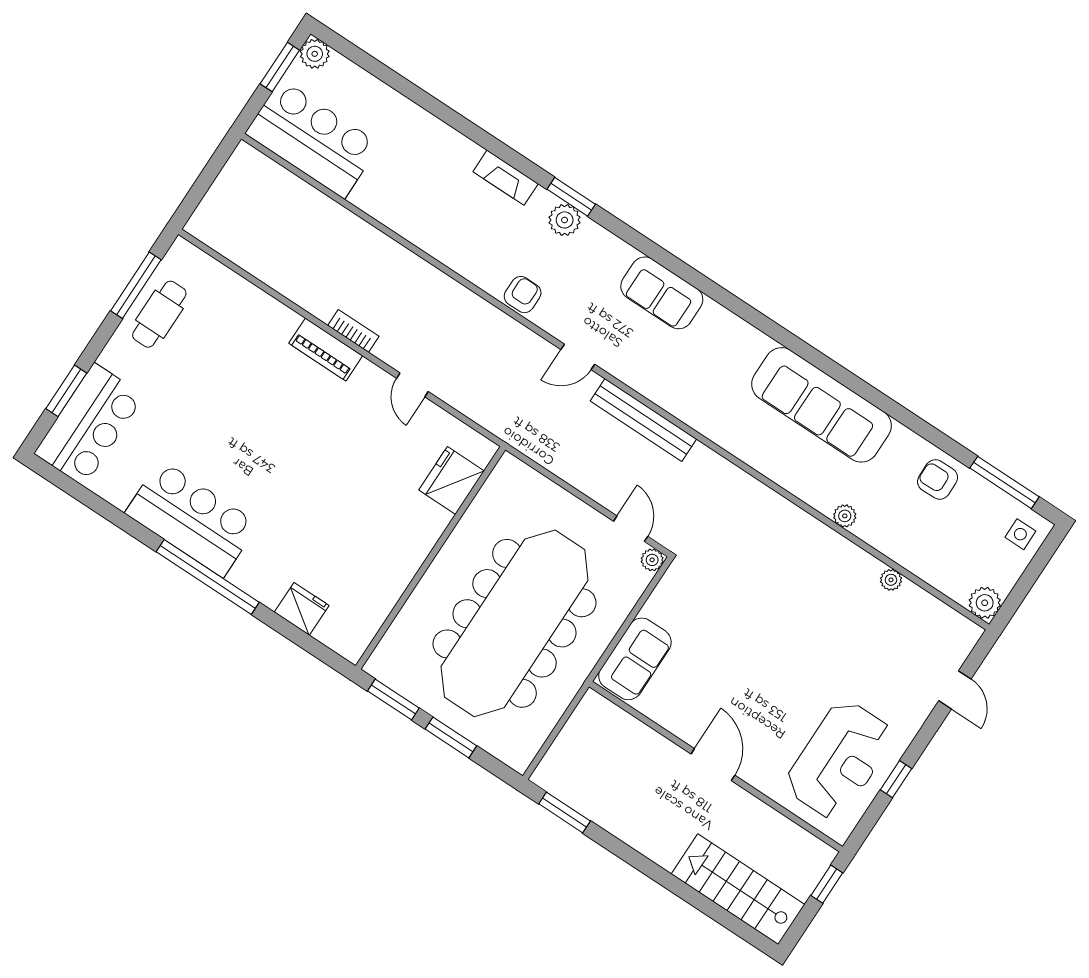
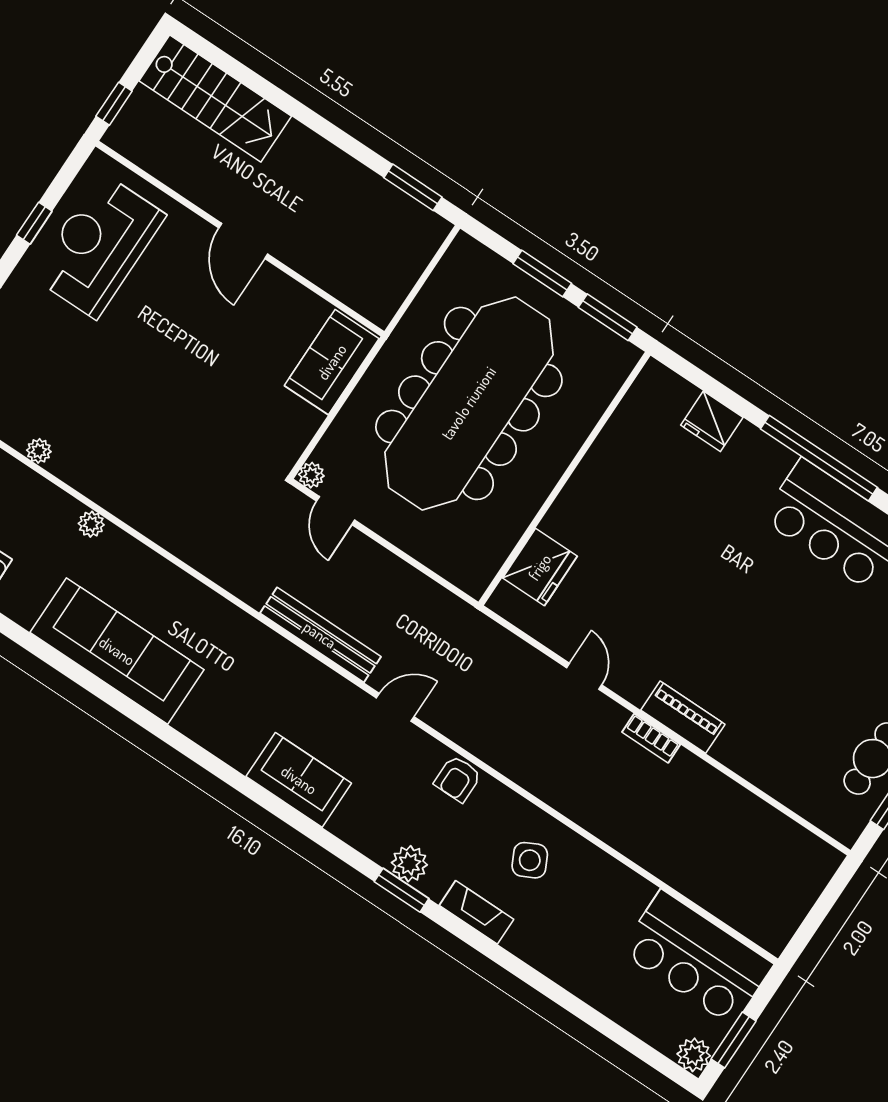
side table: (459, 224) -> (530, 860), added

